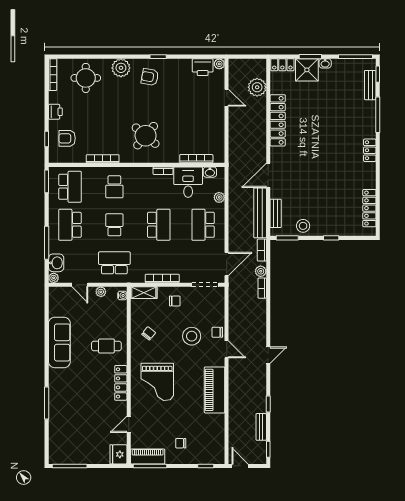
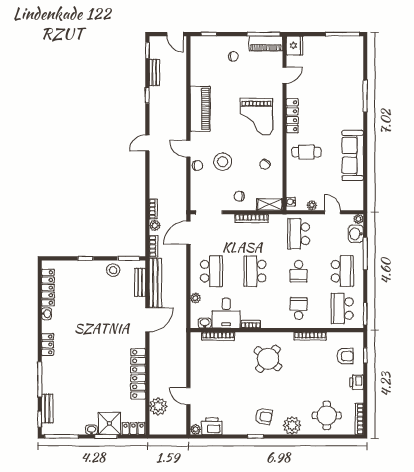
washbasin: (371, 182) -> (47, 314), added
school desk: (114, 263) -> (299, 234), turned 90
grand piano: (157, 382) -> (256, 117), turned 180

